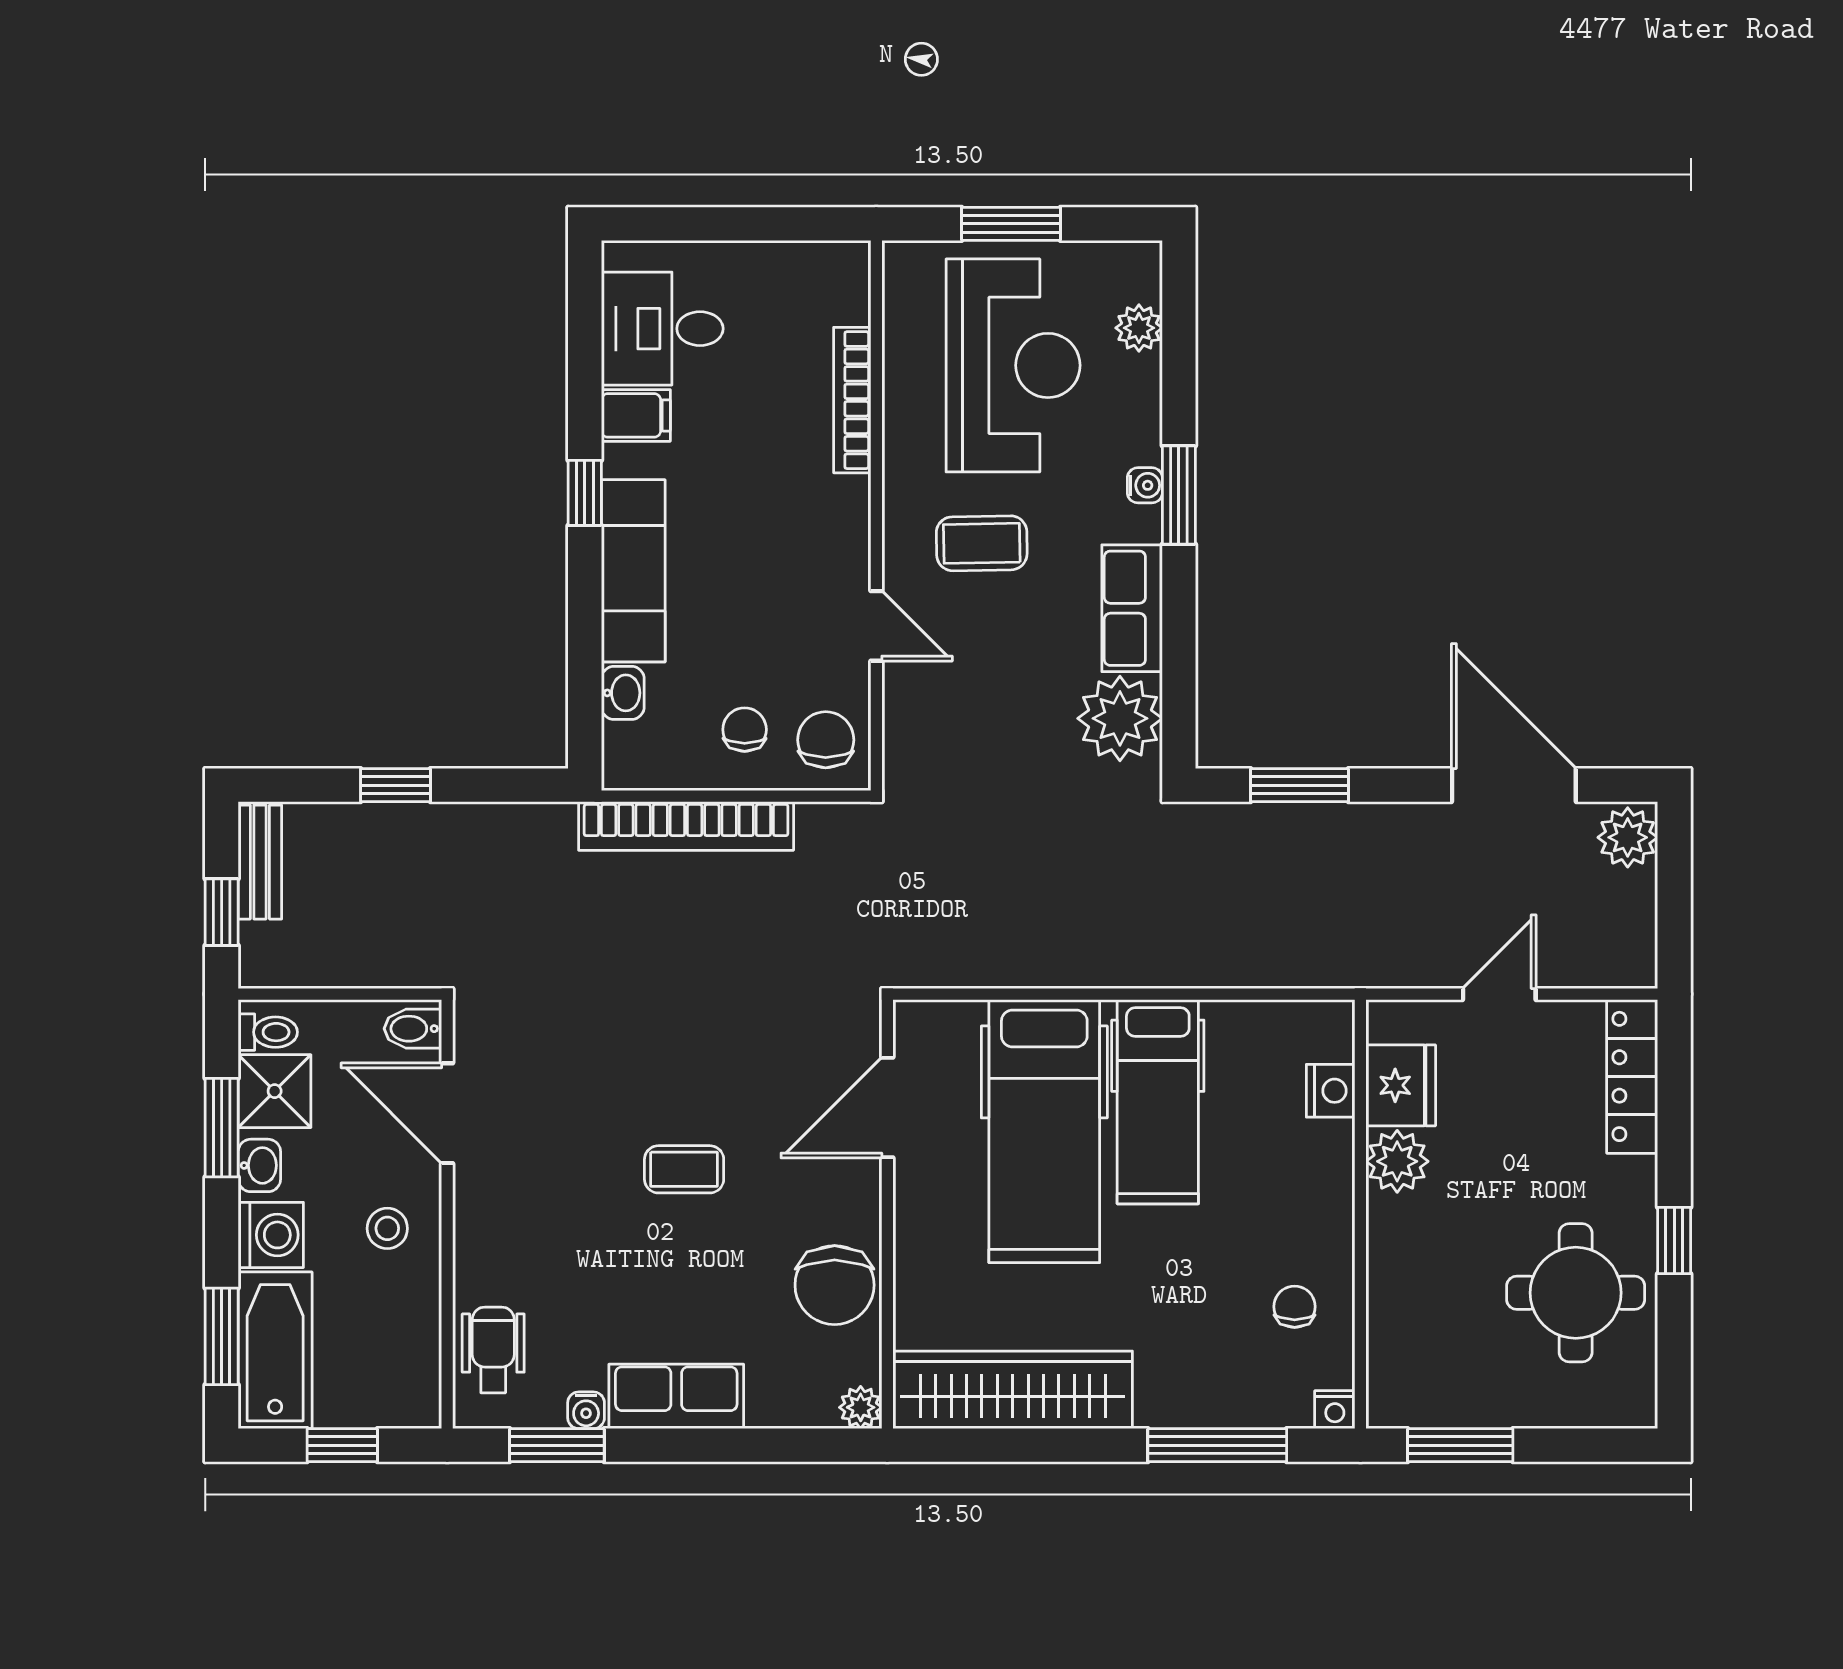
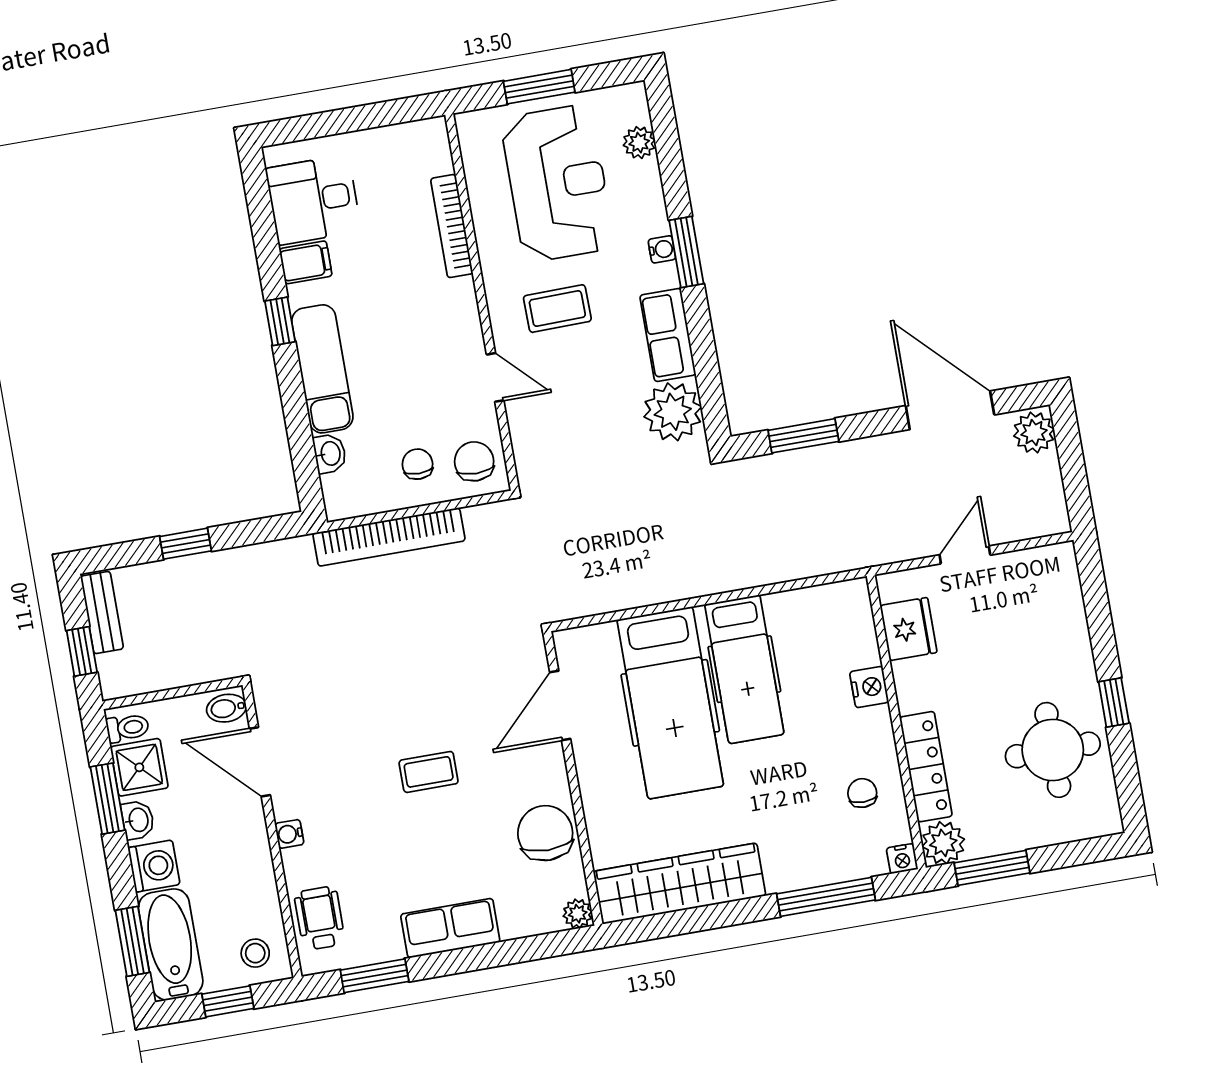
locker: (1632, 1076) -> (926, 767), moved, turned 180
nightstand: (1331, 1091) -> (869, 687), moved
plant: (1397, 1161) -> (943, 843), moved
stool: (387, 1228) -> (255, 953), moved
chair: (835, 1285) -> (545, 833), turned 180
water cooler: (586, 1410) -> (289, 834), moved, turned 90

